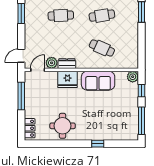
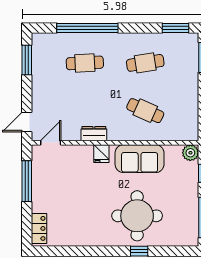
plant: (52, 63) -> (71, 132), removed
fridge: (68, 79) -> (101, 154), width x0.53, depth x0.75
round table: (63, 126) -> (137, 216), moved, width x1.36, depth x1.36

